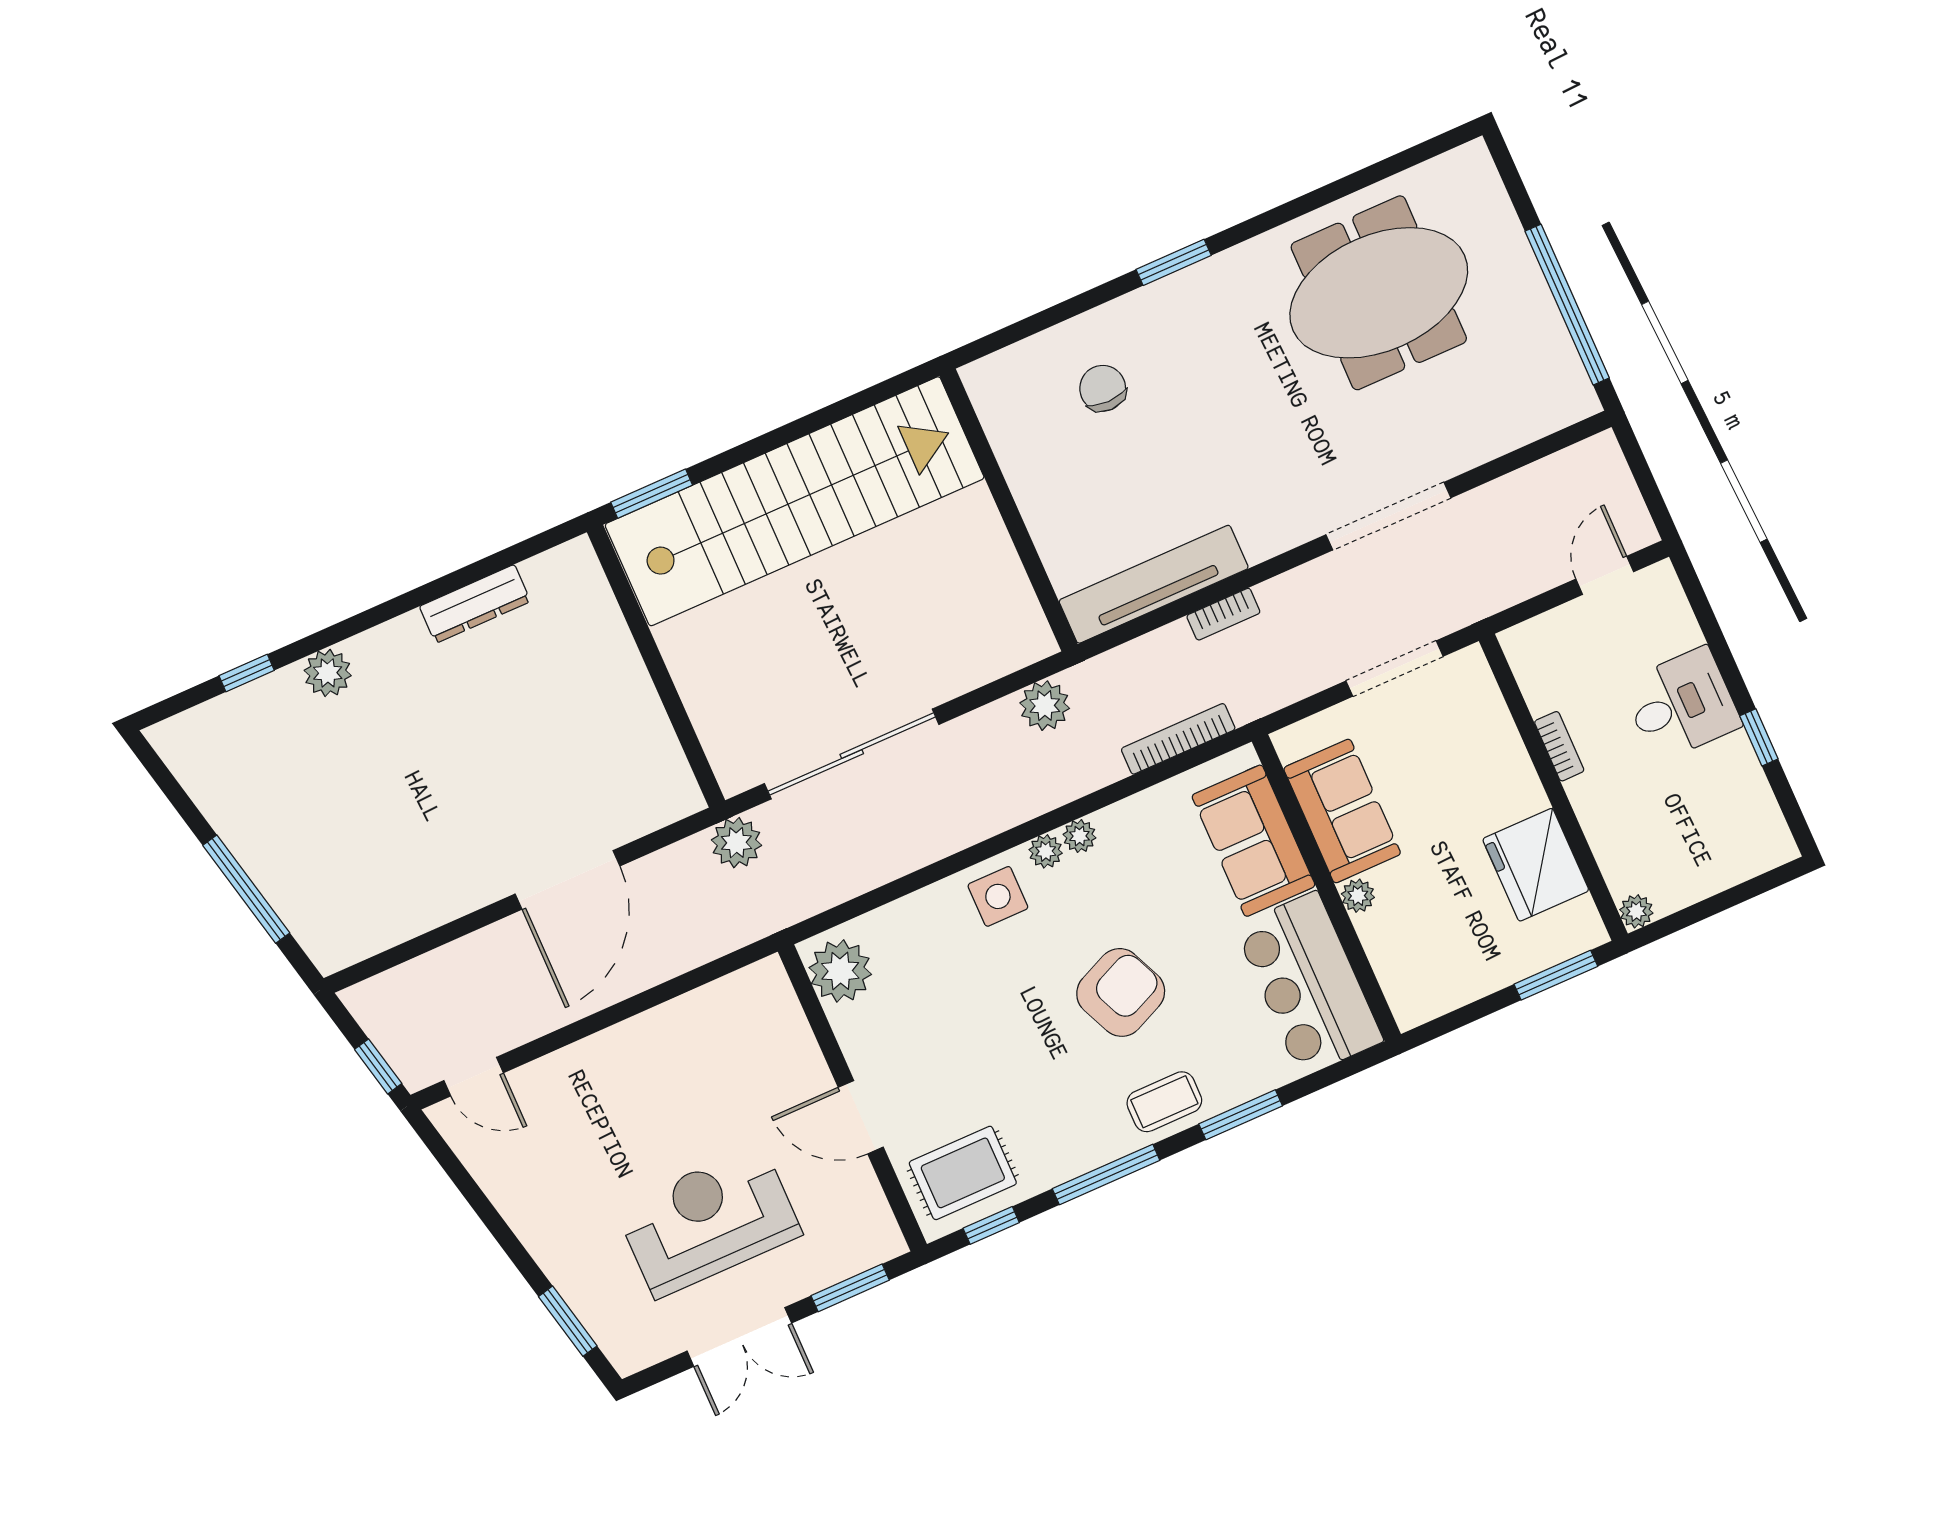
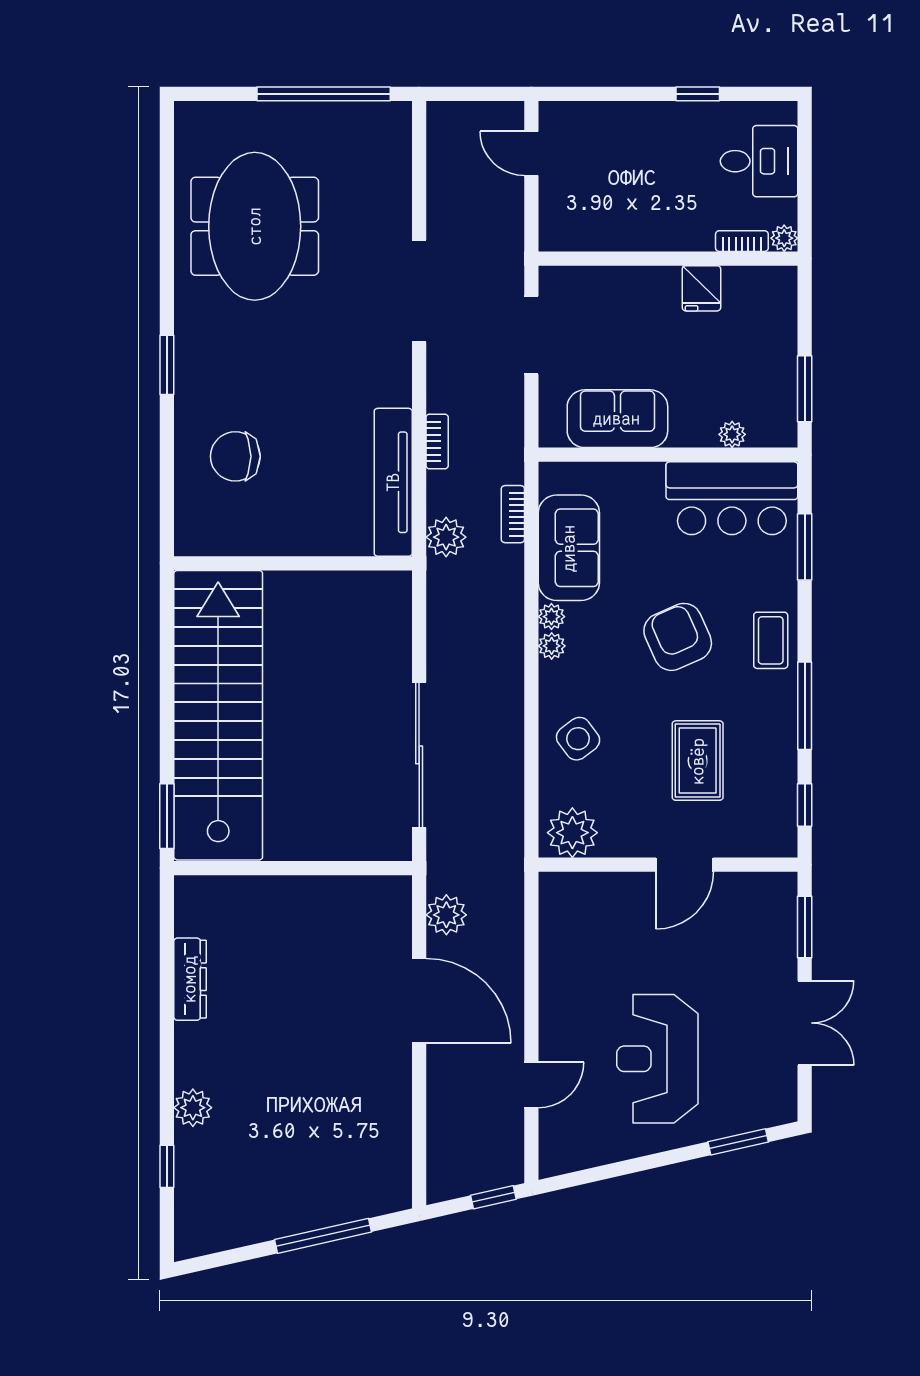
chair: (1103, 388) -> (235, 456), width x1.37, depth x1.37
desk: (1681, 704) -> (759, 161), moved, turned 90
plant: (1045, 706) -> (446, 537), moved
bookcase: (1178, 739) -> (513, 514), width x0.64
bookcase: (1559, 746) -> (742, 241), moved
sofa: (1253, 841) -> (569, 548), moved, turned -90
plant: (736, 843) -> (446, 915), moved
fridge: (1536, 865) -> (701, 288), width x0.53, depth x0.75
side table: (998, 896) -> (578, 739), moved, turned -37
plant: (1358, 896) -> (732, 434), moved
window: (1556, 975) -> (805, 389), moved
door: (474, 1077) -> (531, 1085), moved
window: (1241, 1115) -> (805, 547), moved
rug: (963, 1173) -> (698, 761), moved
reception desk: (709, 1221) -> (657, 1059), moved

